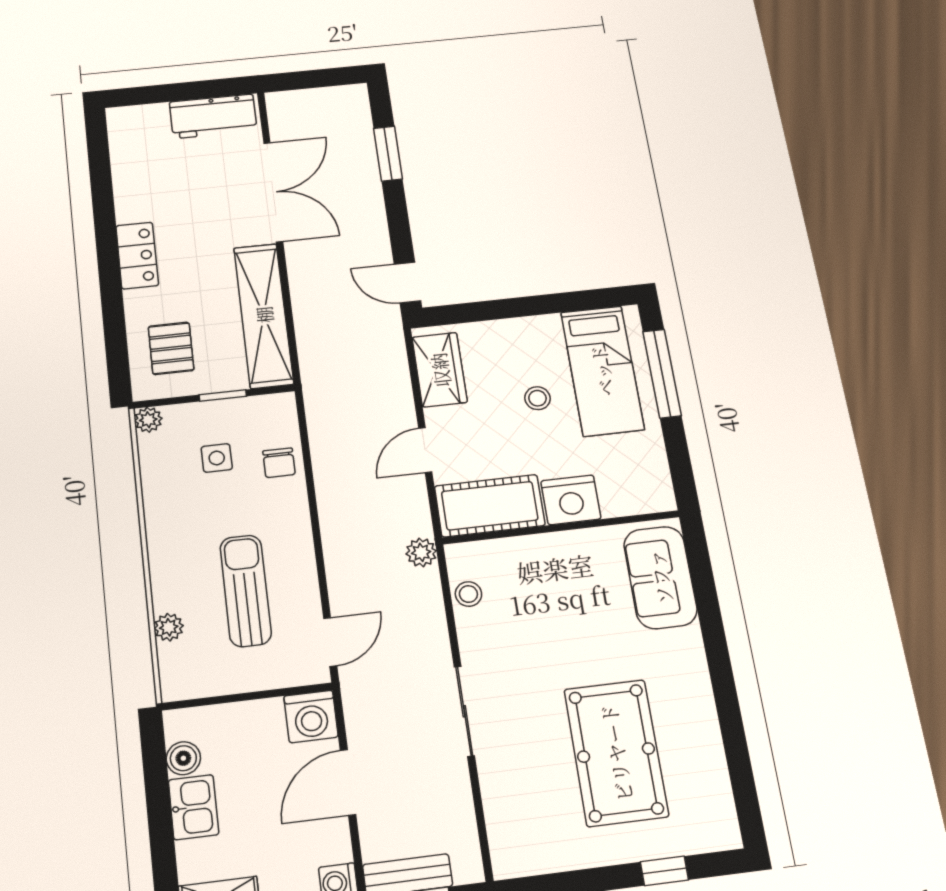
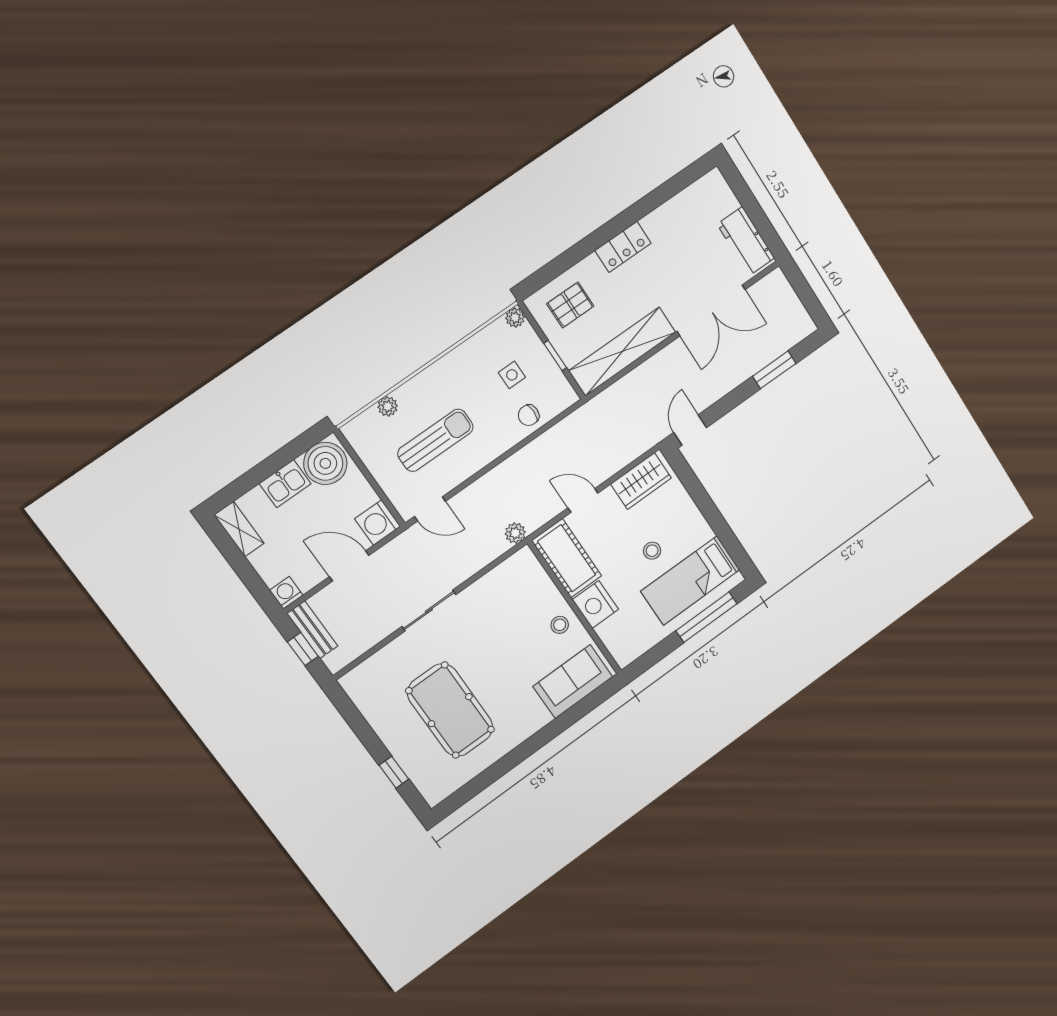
stool: (468, 594) -> (560, 625), moved
pool table: (616, 753) -> (450, 710), turned 90
boiler: (183, 758) -> (325, 463), width x1.86, depth x1.86

